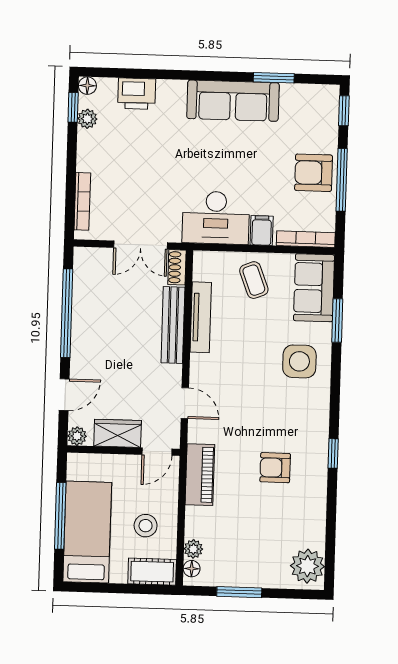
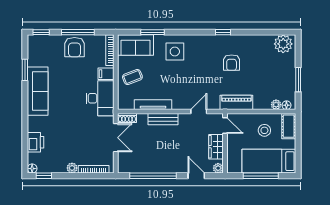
plant: (87, 119) -> (72, 168), moved
bench: (173, 325) -> (163, 119), width x0.73

